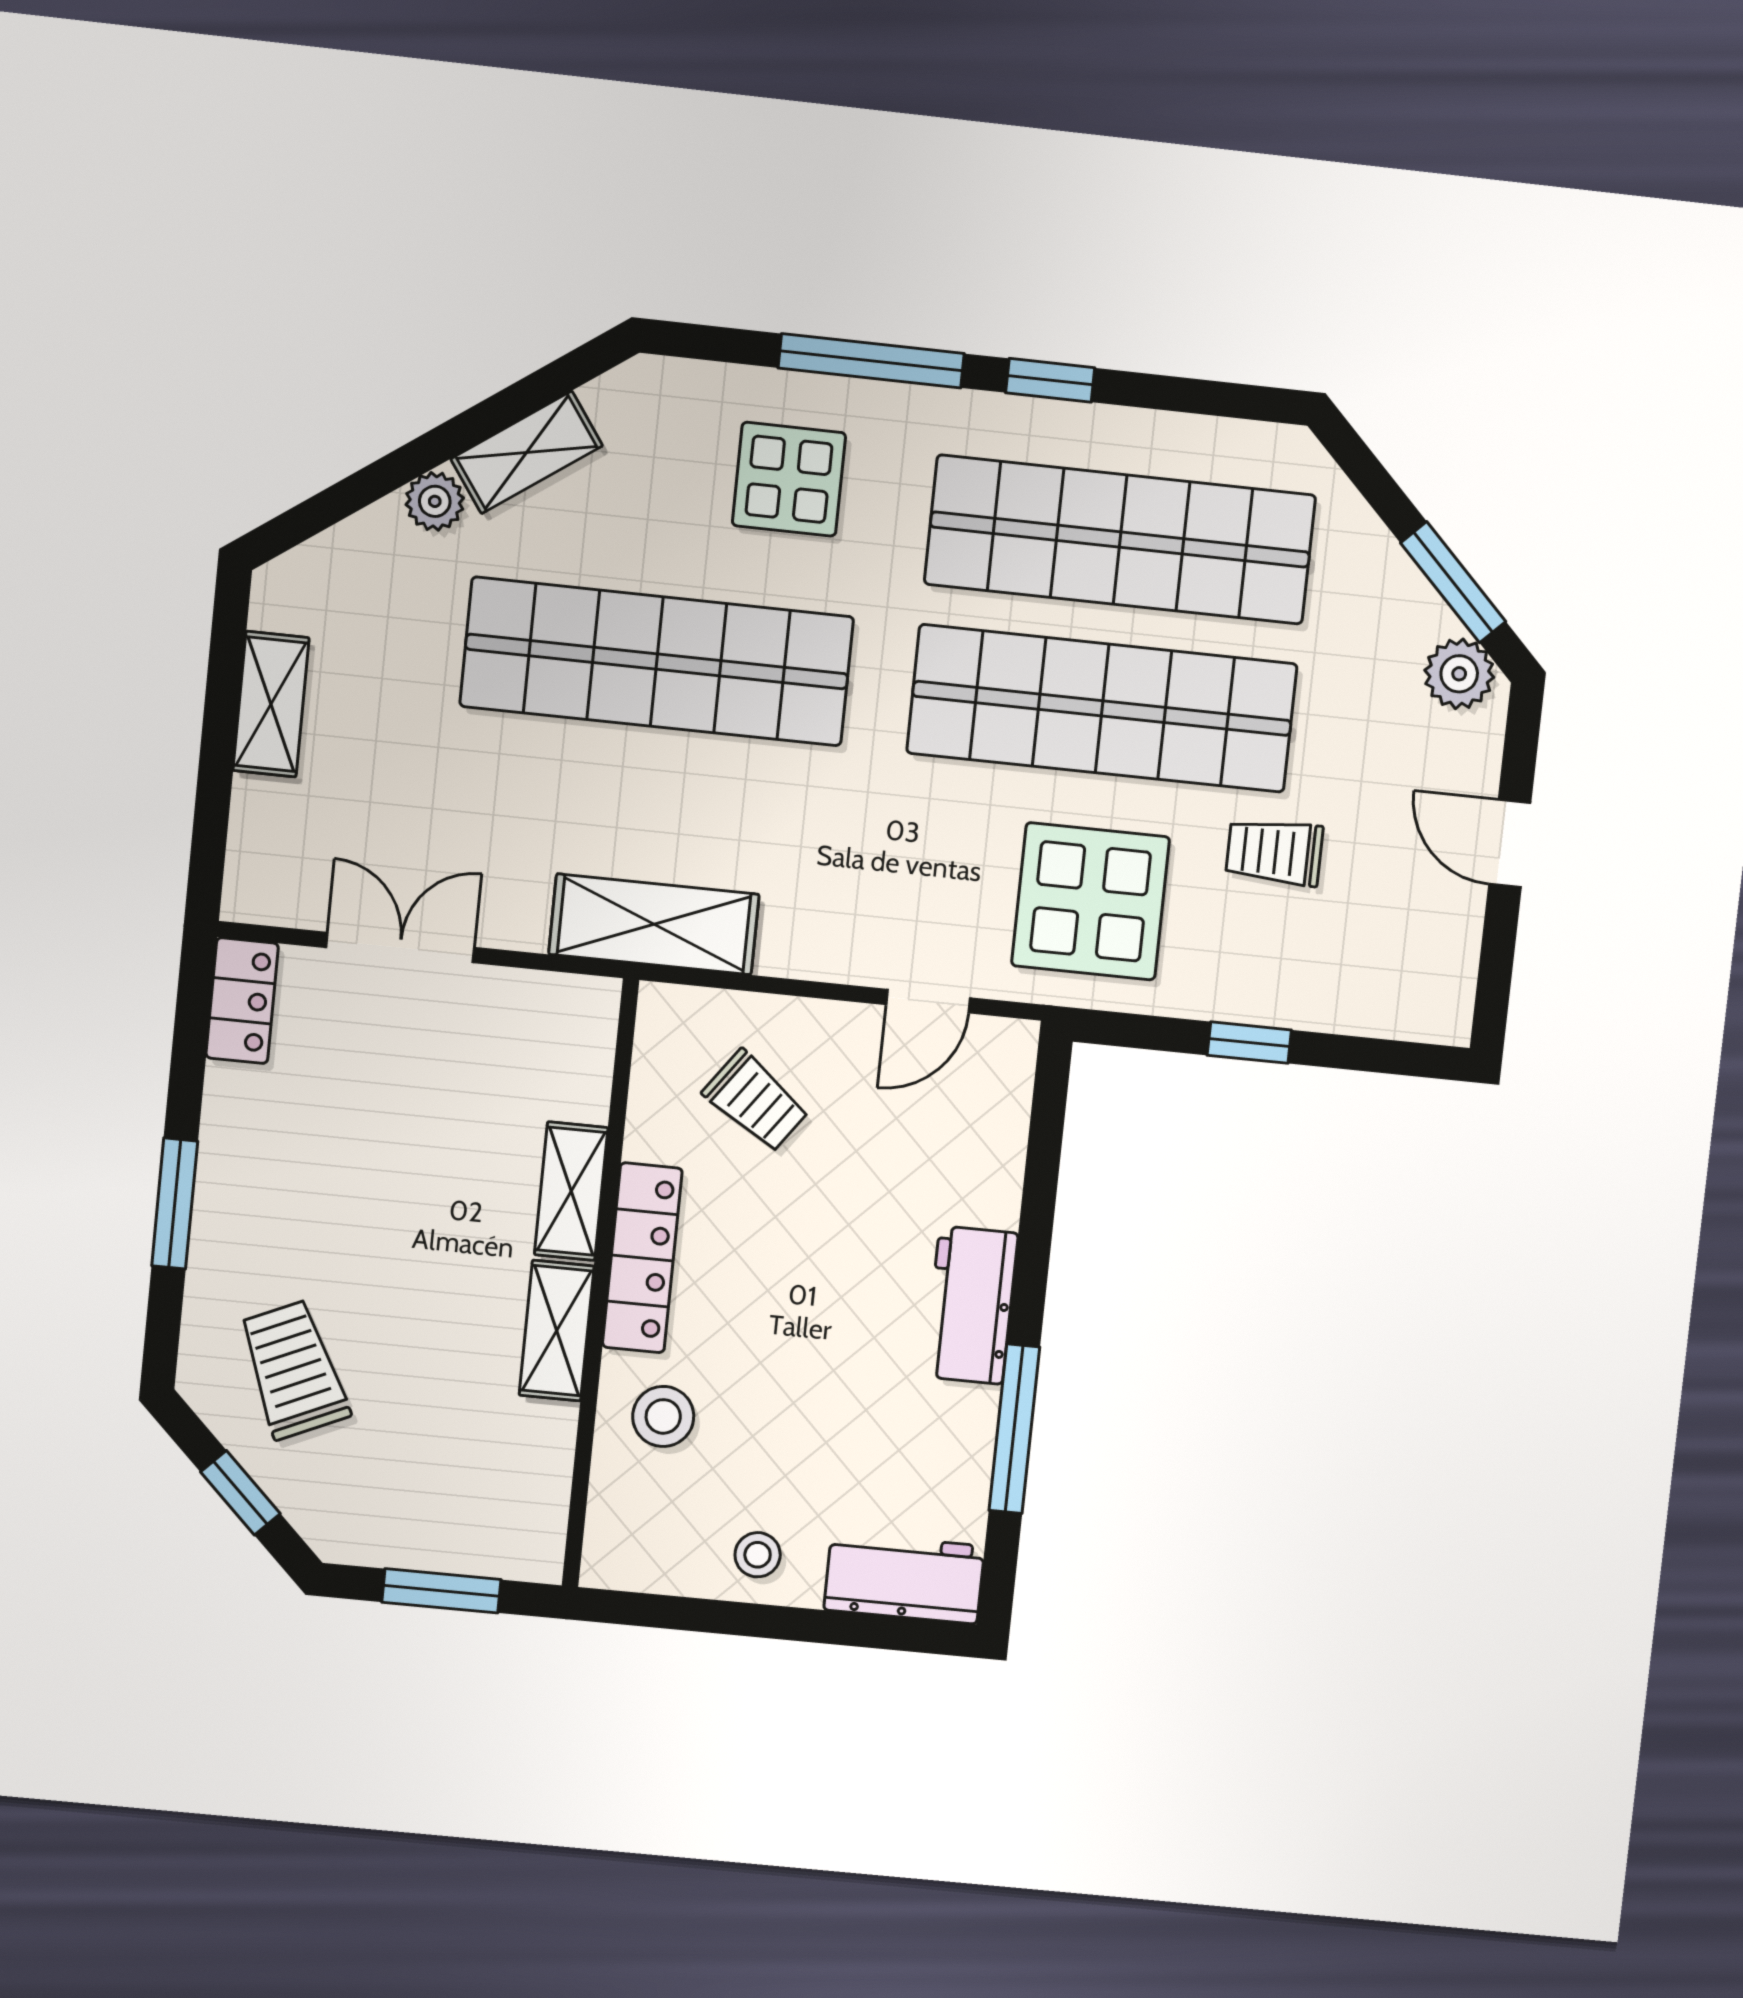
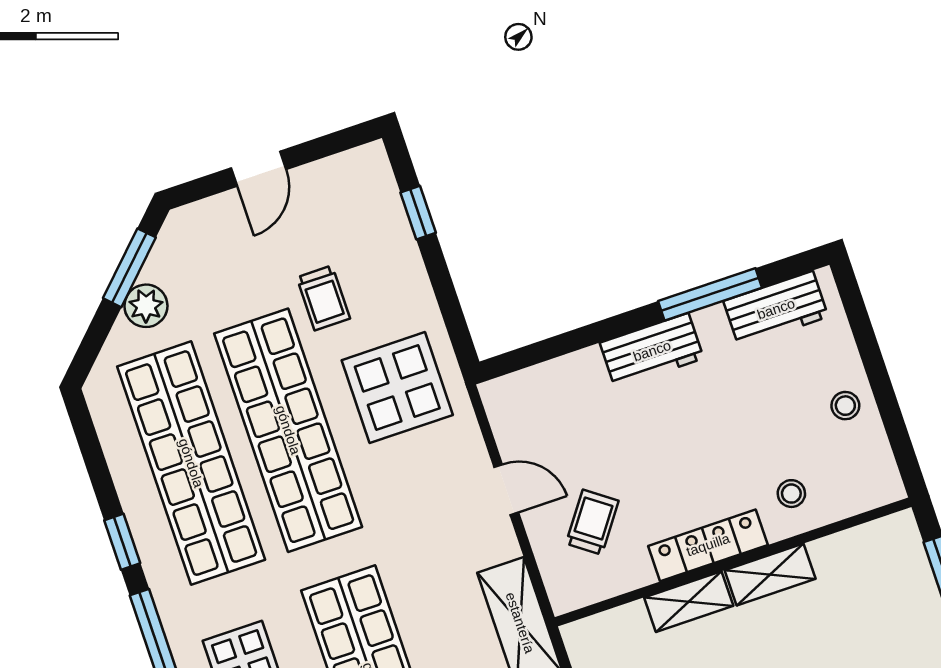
plant: (1459, 674) -> (146, 306), moved
door: (928, 1001) -> (506, 490), moved
window: (1249, 1043) -> (418, 213), moved
stool: (663, 1416) -> (791, 494), width x0.73, depth x0.73
workbench: (904, 1578) -> (776, 309), moved, turned -90

